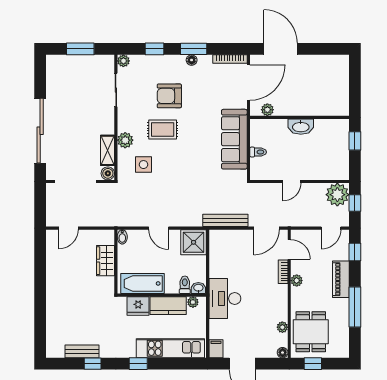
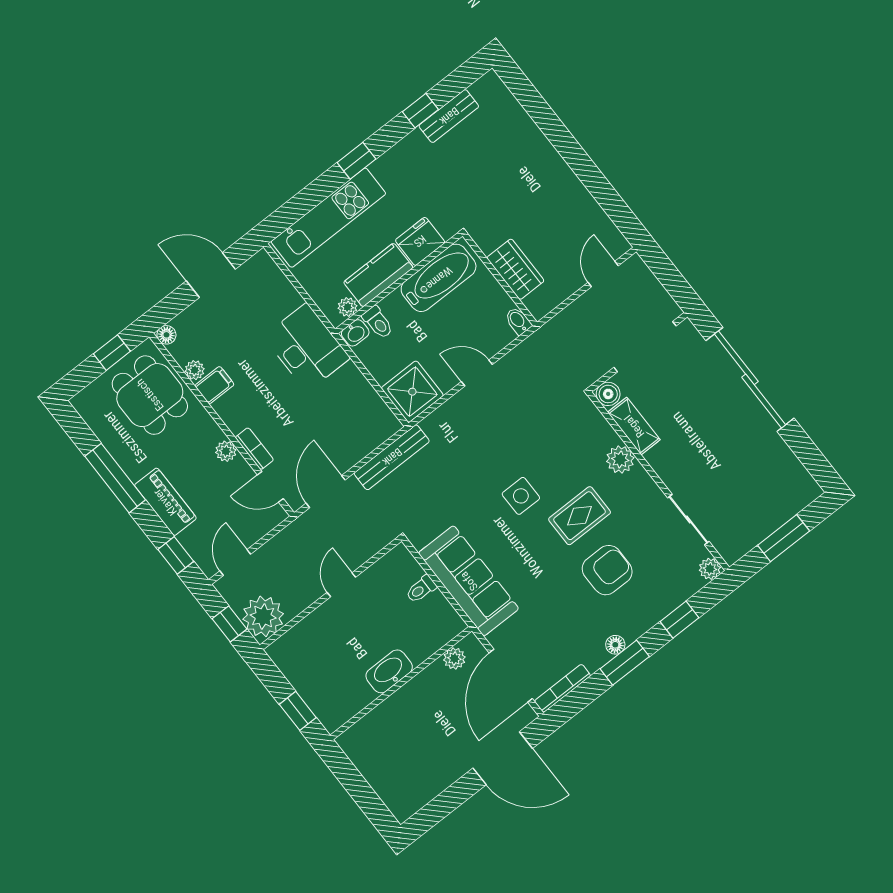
side table: (143, 165) -> (521, 496), moved
filing cabinet: (216, 349) -> (214, 385), moved, turned -90

